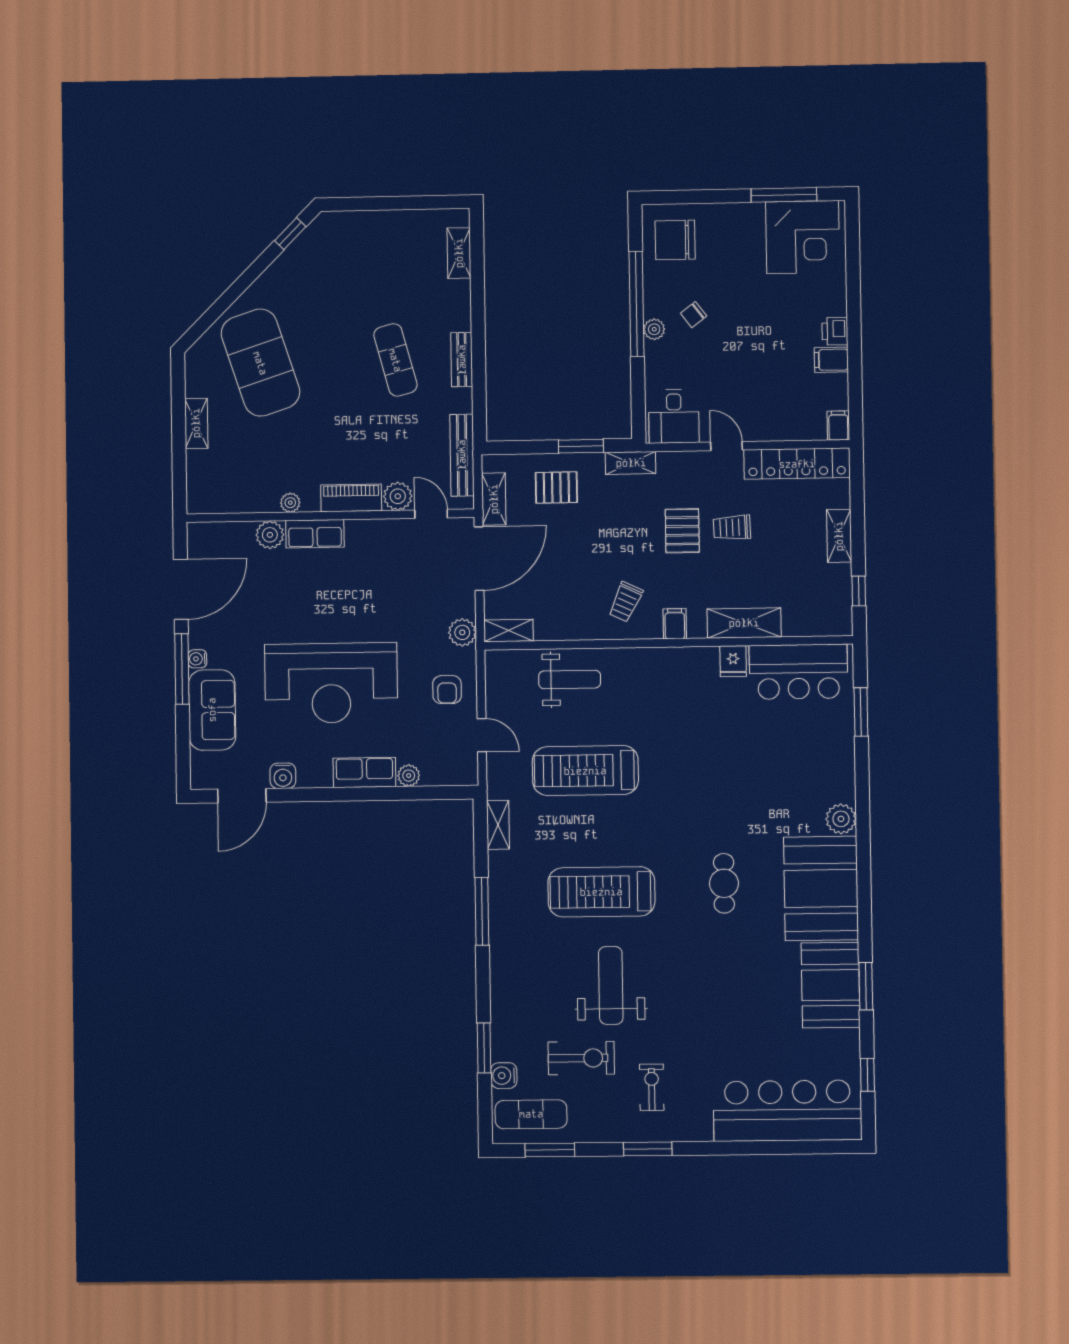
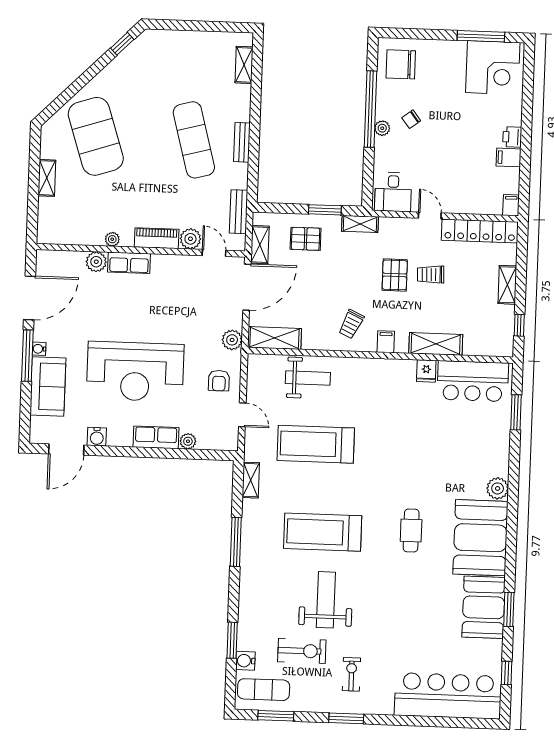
exercise mat: (395, 360) -> (194, 140), width x1.36, depth x1.45
bench: (462, 455) -> (239, 212), width x0.73
shelving: (508, 631) -> (274, 338), width x1.50, depth x1.33

